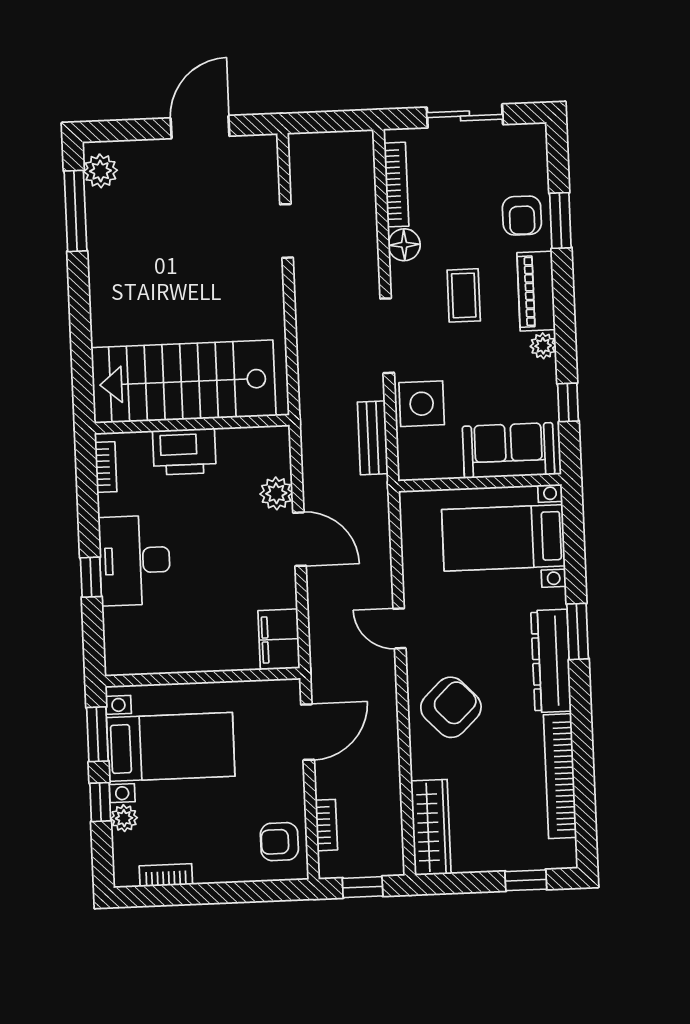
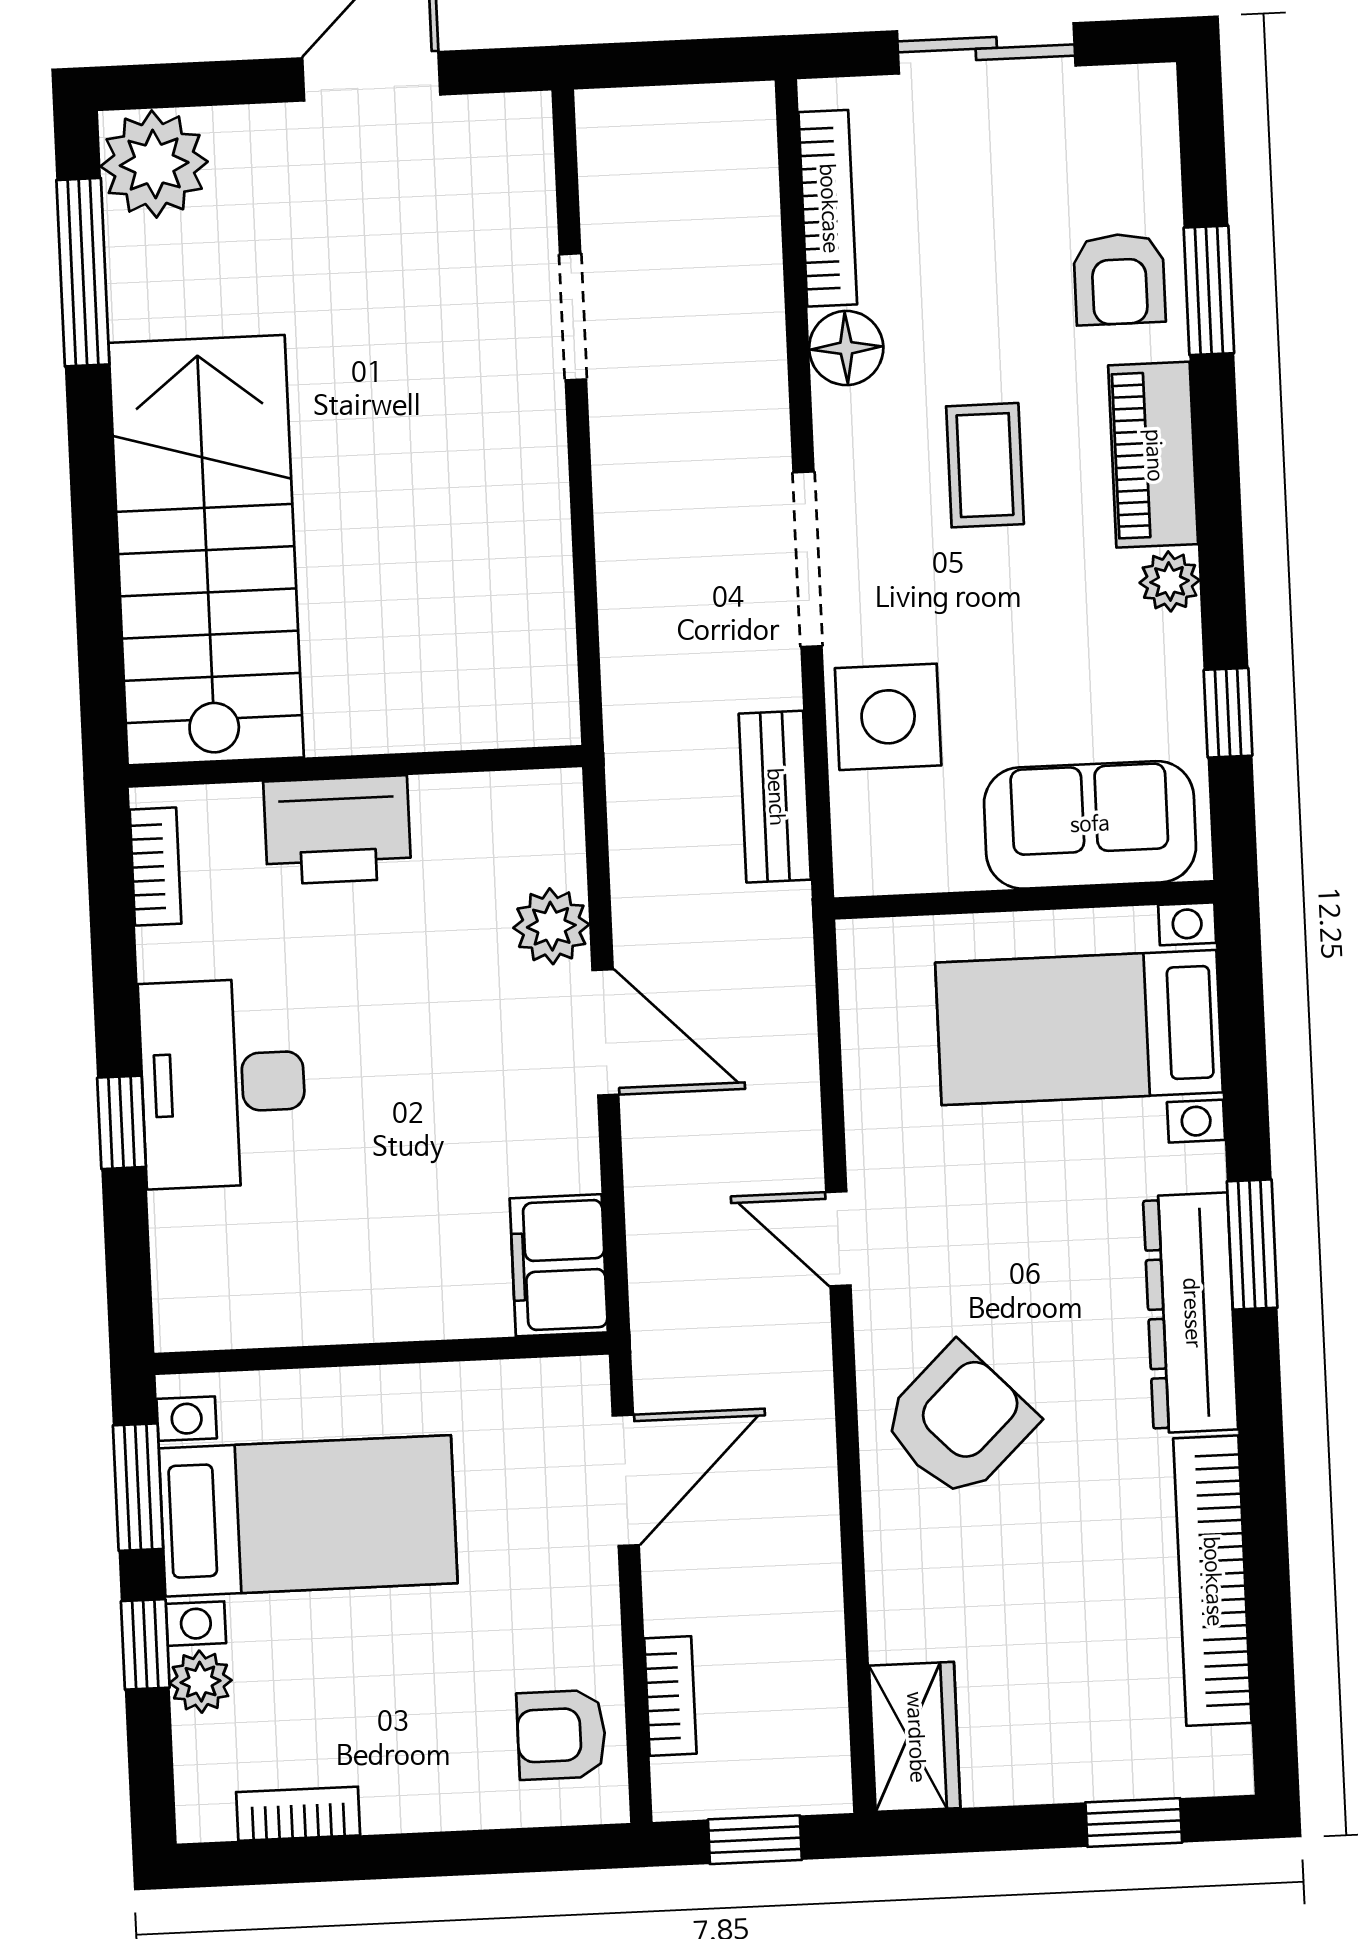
plant: (100, 171) -> (154, 164), width x1.36, depth x1.36
stairs: (183, 382) -> (206, 550), moved, turned 90
wardrobe: (431, 827) -> (915, 1737), width x0.67

